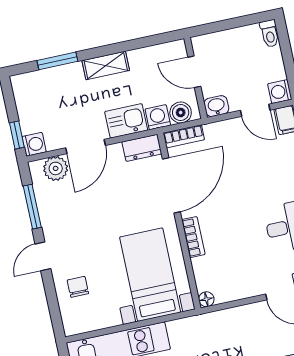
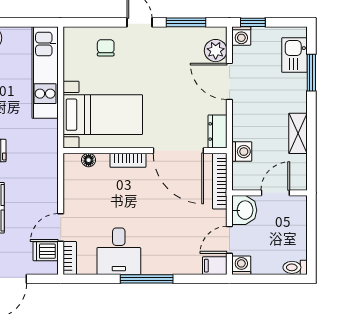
shelving: (106, 65) -> (298, 133), moved
washbasin: (216, 106) -> (244, 210), width x1.38, depth x1.45
boiler: (181, 112) -> (242, 173), removed
kitchen sink: (126, 121) -> (294, 55), moved, turned 180
bookcase: (184, 136) -> (220, 181), width x1.56
chair: (78, 287) -> (106, 48), turned -90
floor lamp: (206, 299) -> (89, 160), moved

